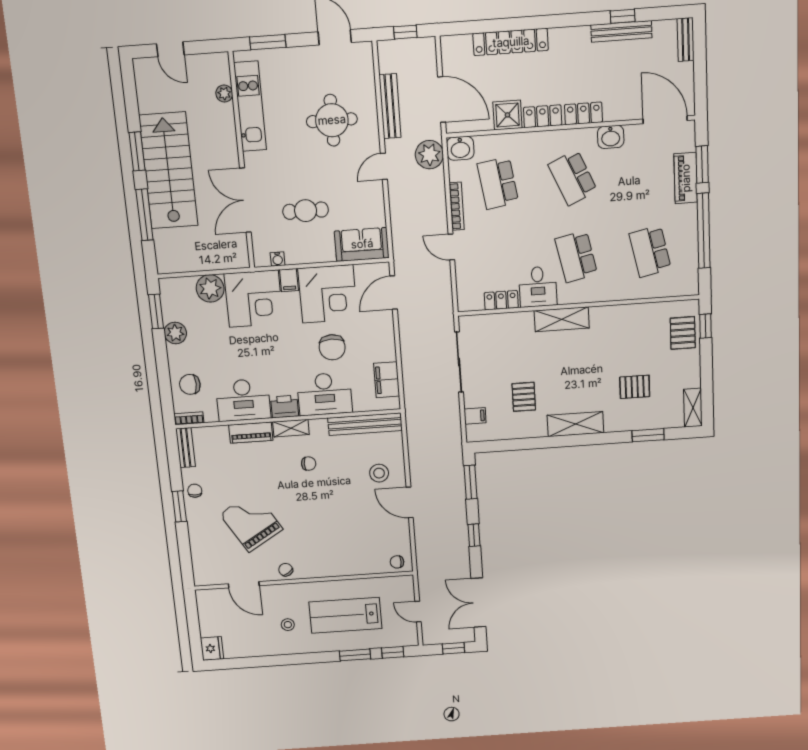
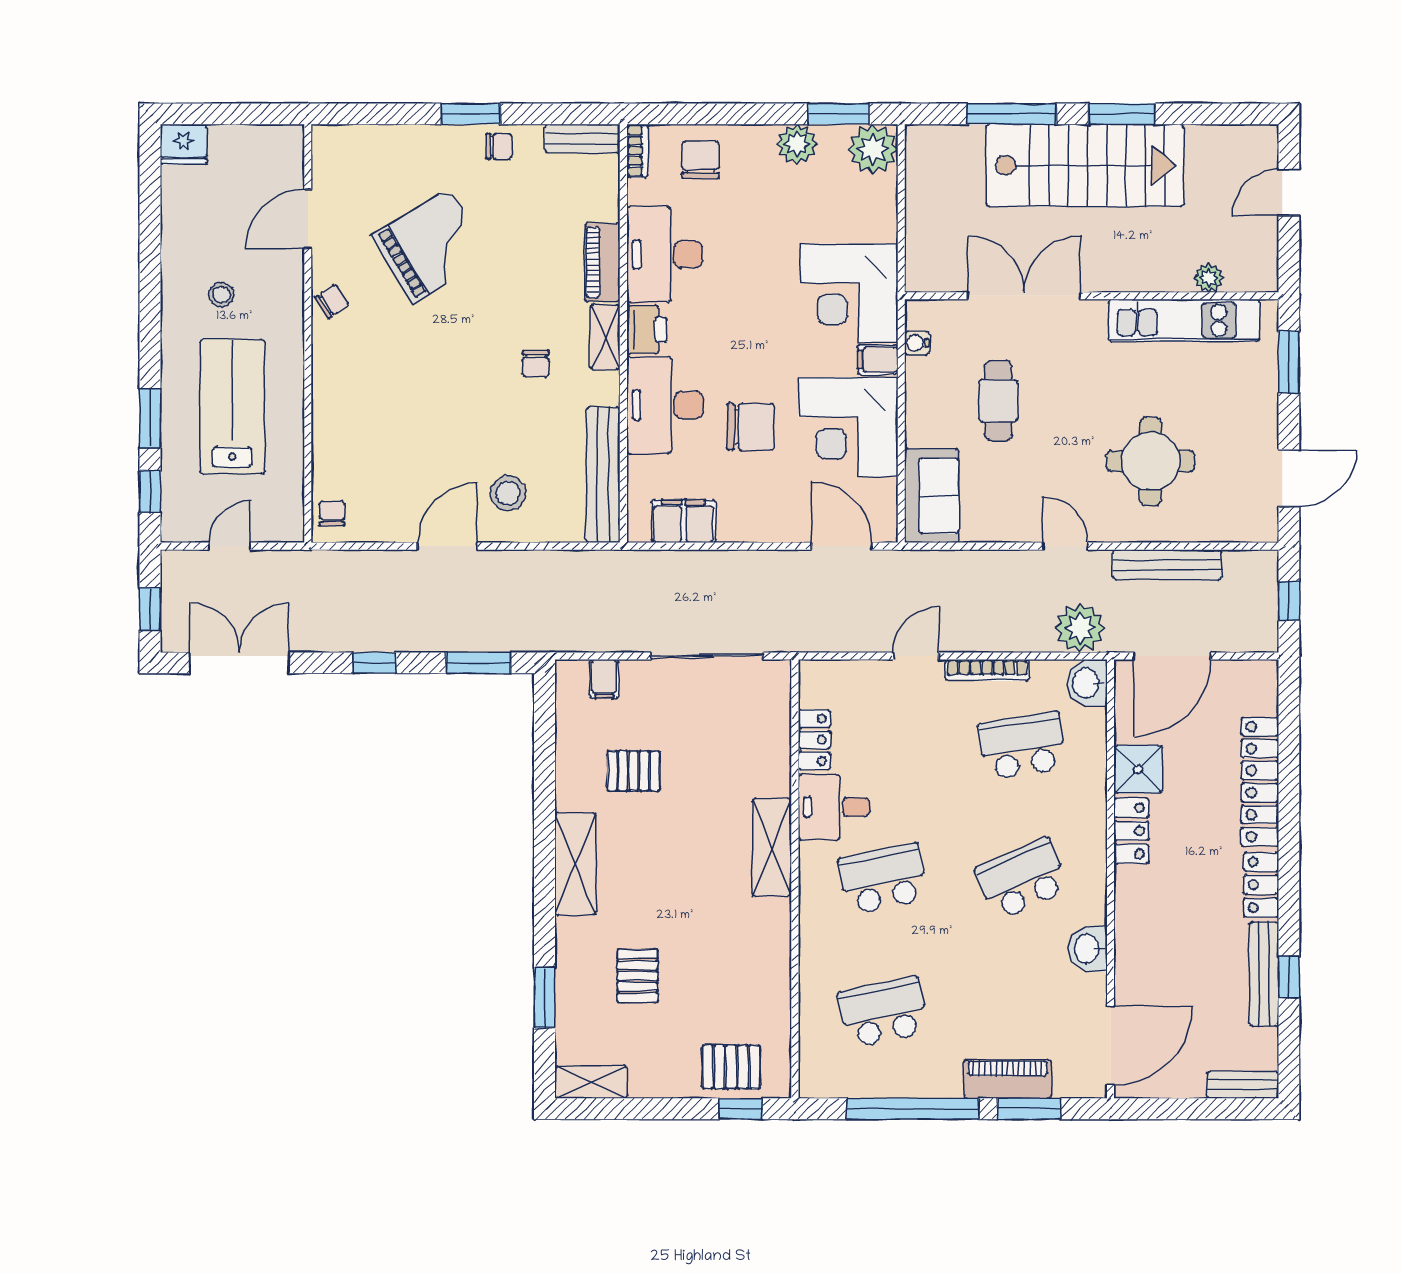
locker: (583, 113) -> (1261, 885), moved, turned 180
plant: (210, 288) -> (873, 149), moved
chair: (332, 347) -> (750, 427), turned 180

